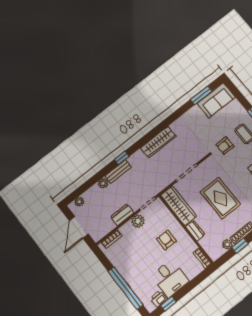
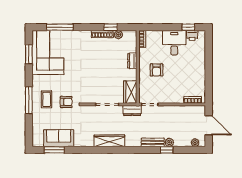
sofa: (216, 100) -> (59, 138), moved
window: (122, 158) -> (167, 150), moved
rug: (220, 198) -> (98, 69), removed
wardrobe: (178, 206) -> (130, 92), width x0.67
dresser: (122, 215) -> (132, 111), moved
plant: (138, 221) -> (166, 98), removed
door: (79, 227) -> (209, 125), hinge flipped
window: (125, 288) -> (209, 60), removed

